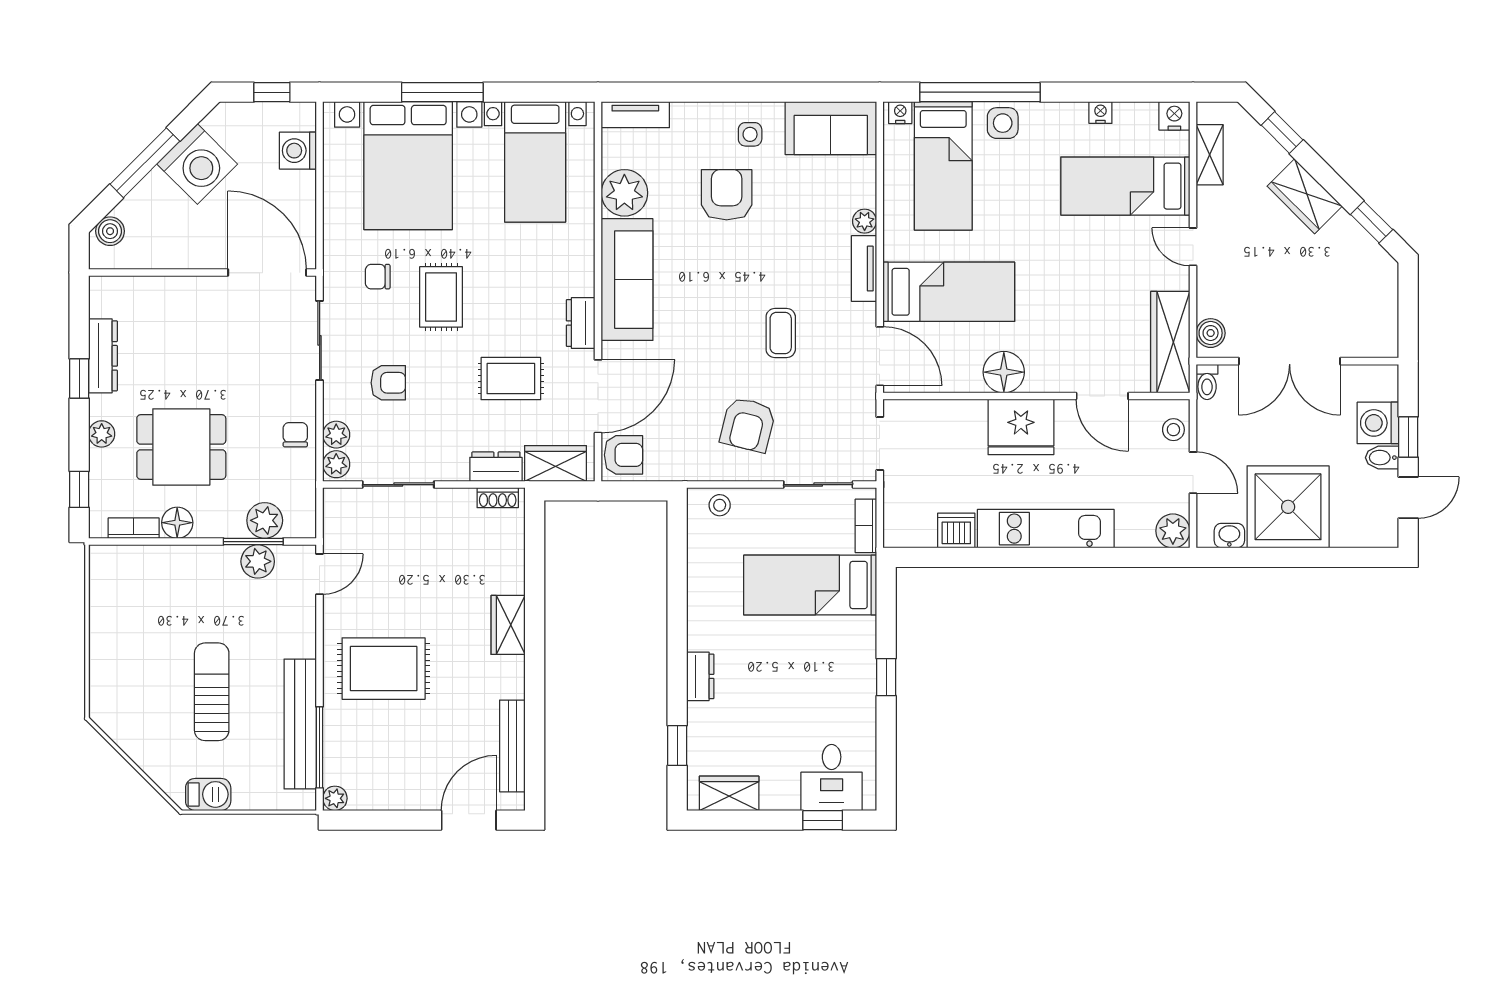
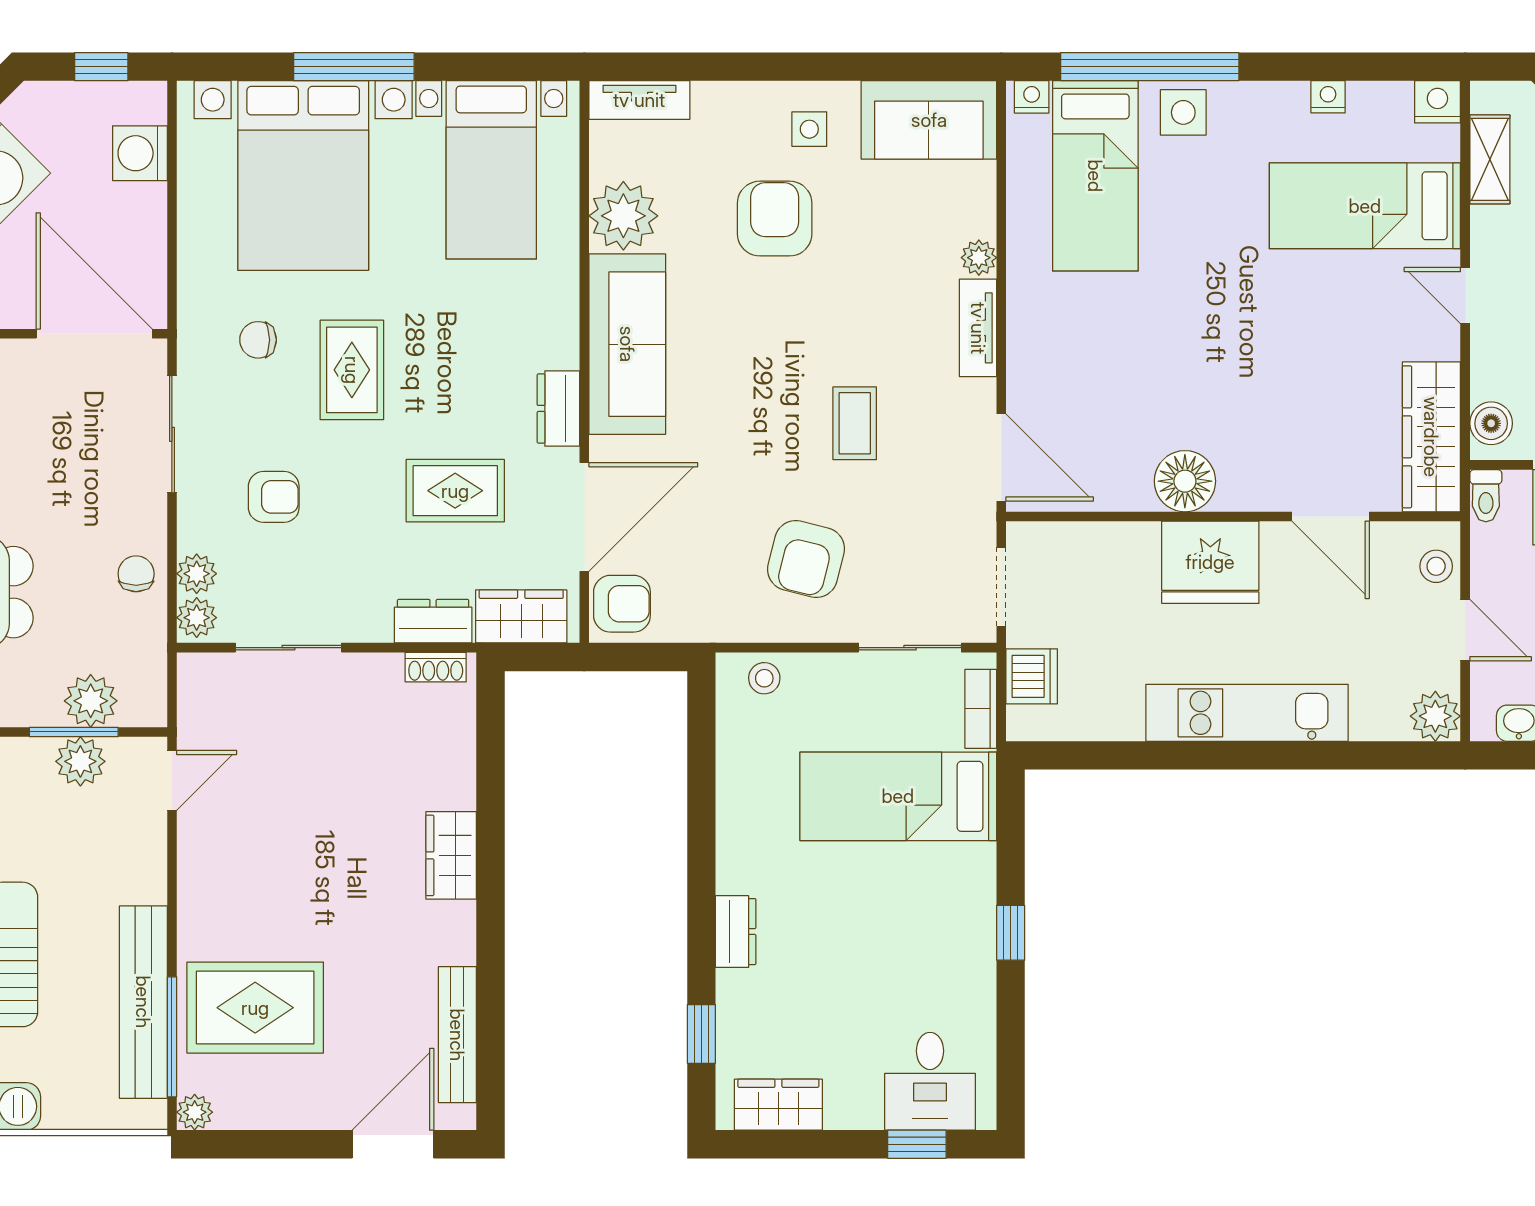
bed: (949, 292) -> (1104, 362), removed
dishwasher: (956, 530) -> (1032, 676), moved, turned 90
rug: (384, 669) -> (255, 1008), moved

